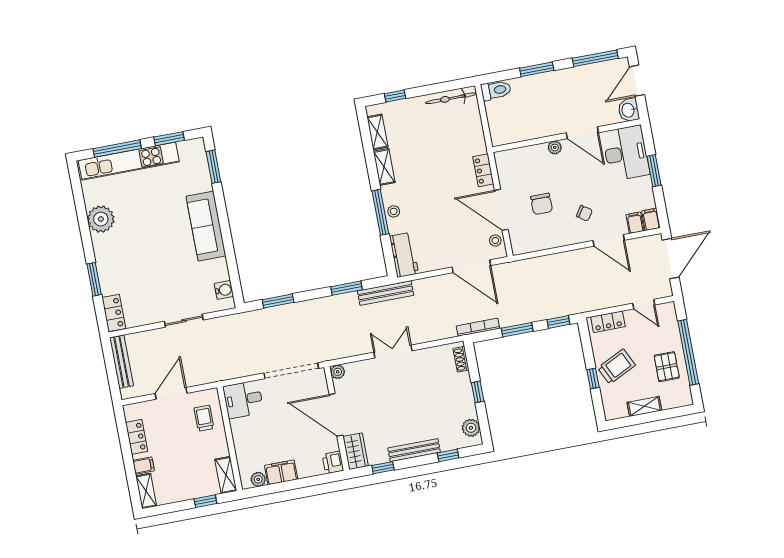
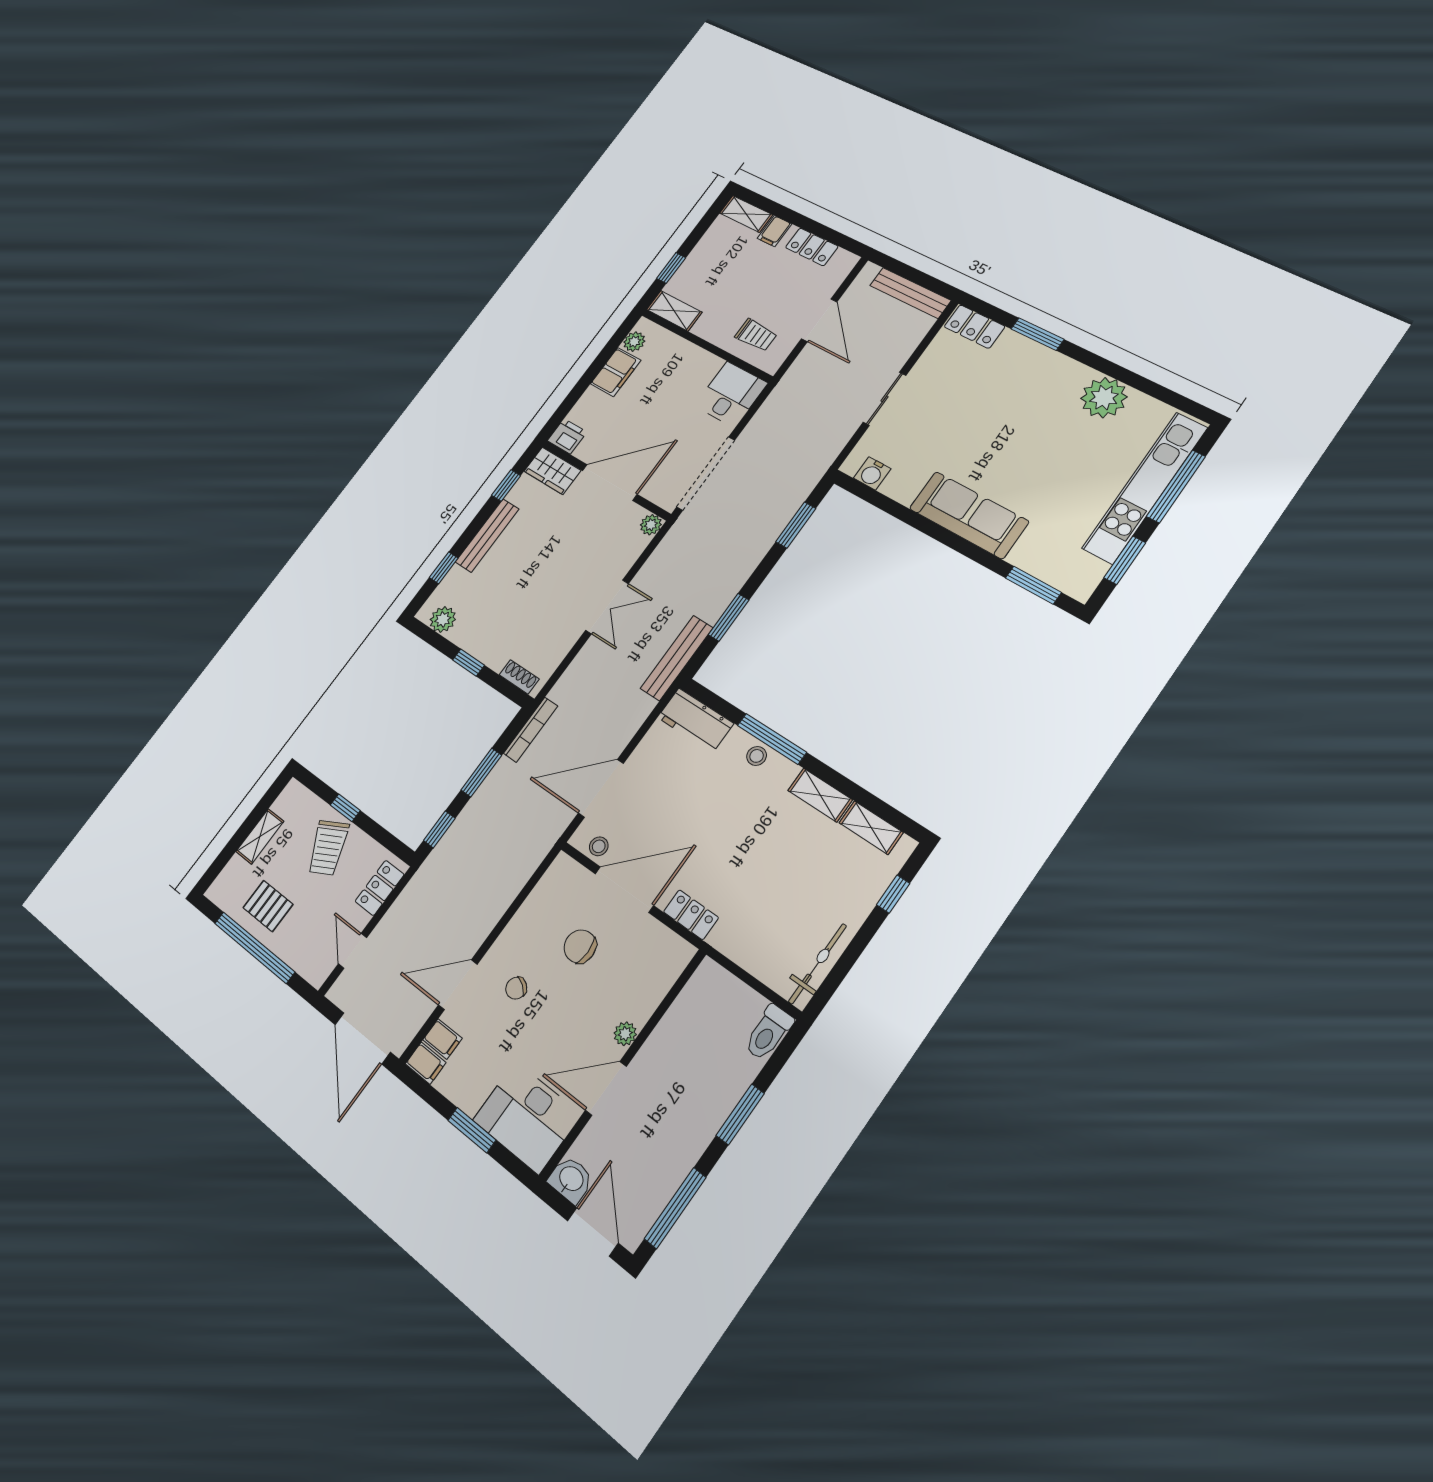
door: (644, 304) -> (353, 951), hinge flipped

